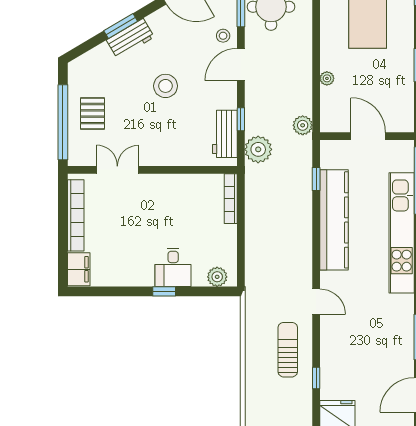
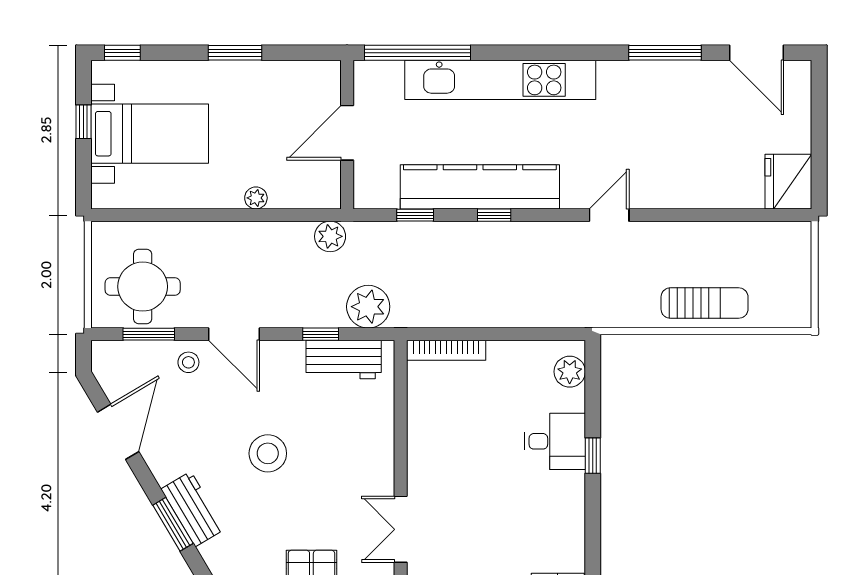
sun lounger: (288, 350) -> (705, 303), moved, turned 180
window: (316, 378) -> (494, 215), moved

